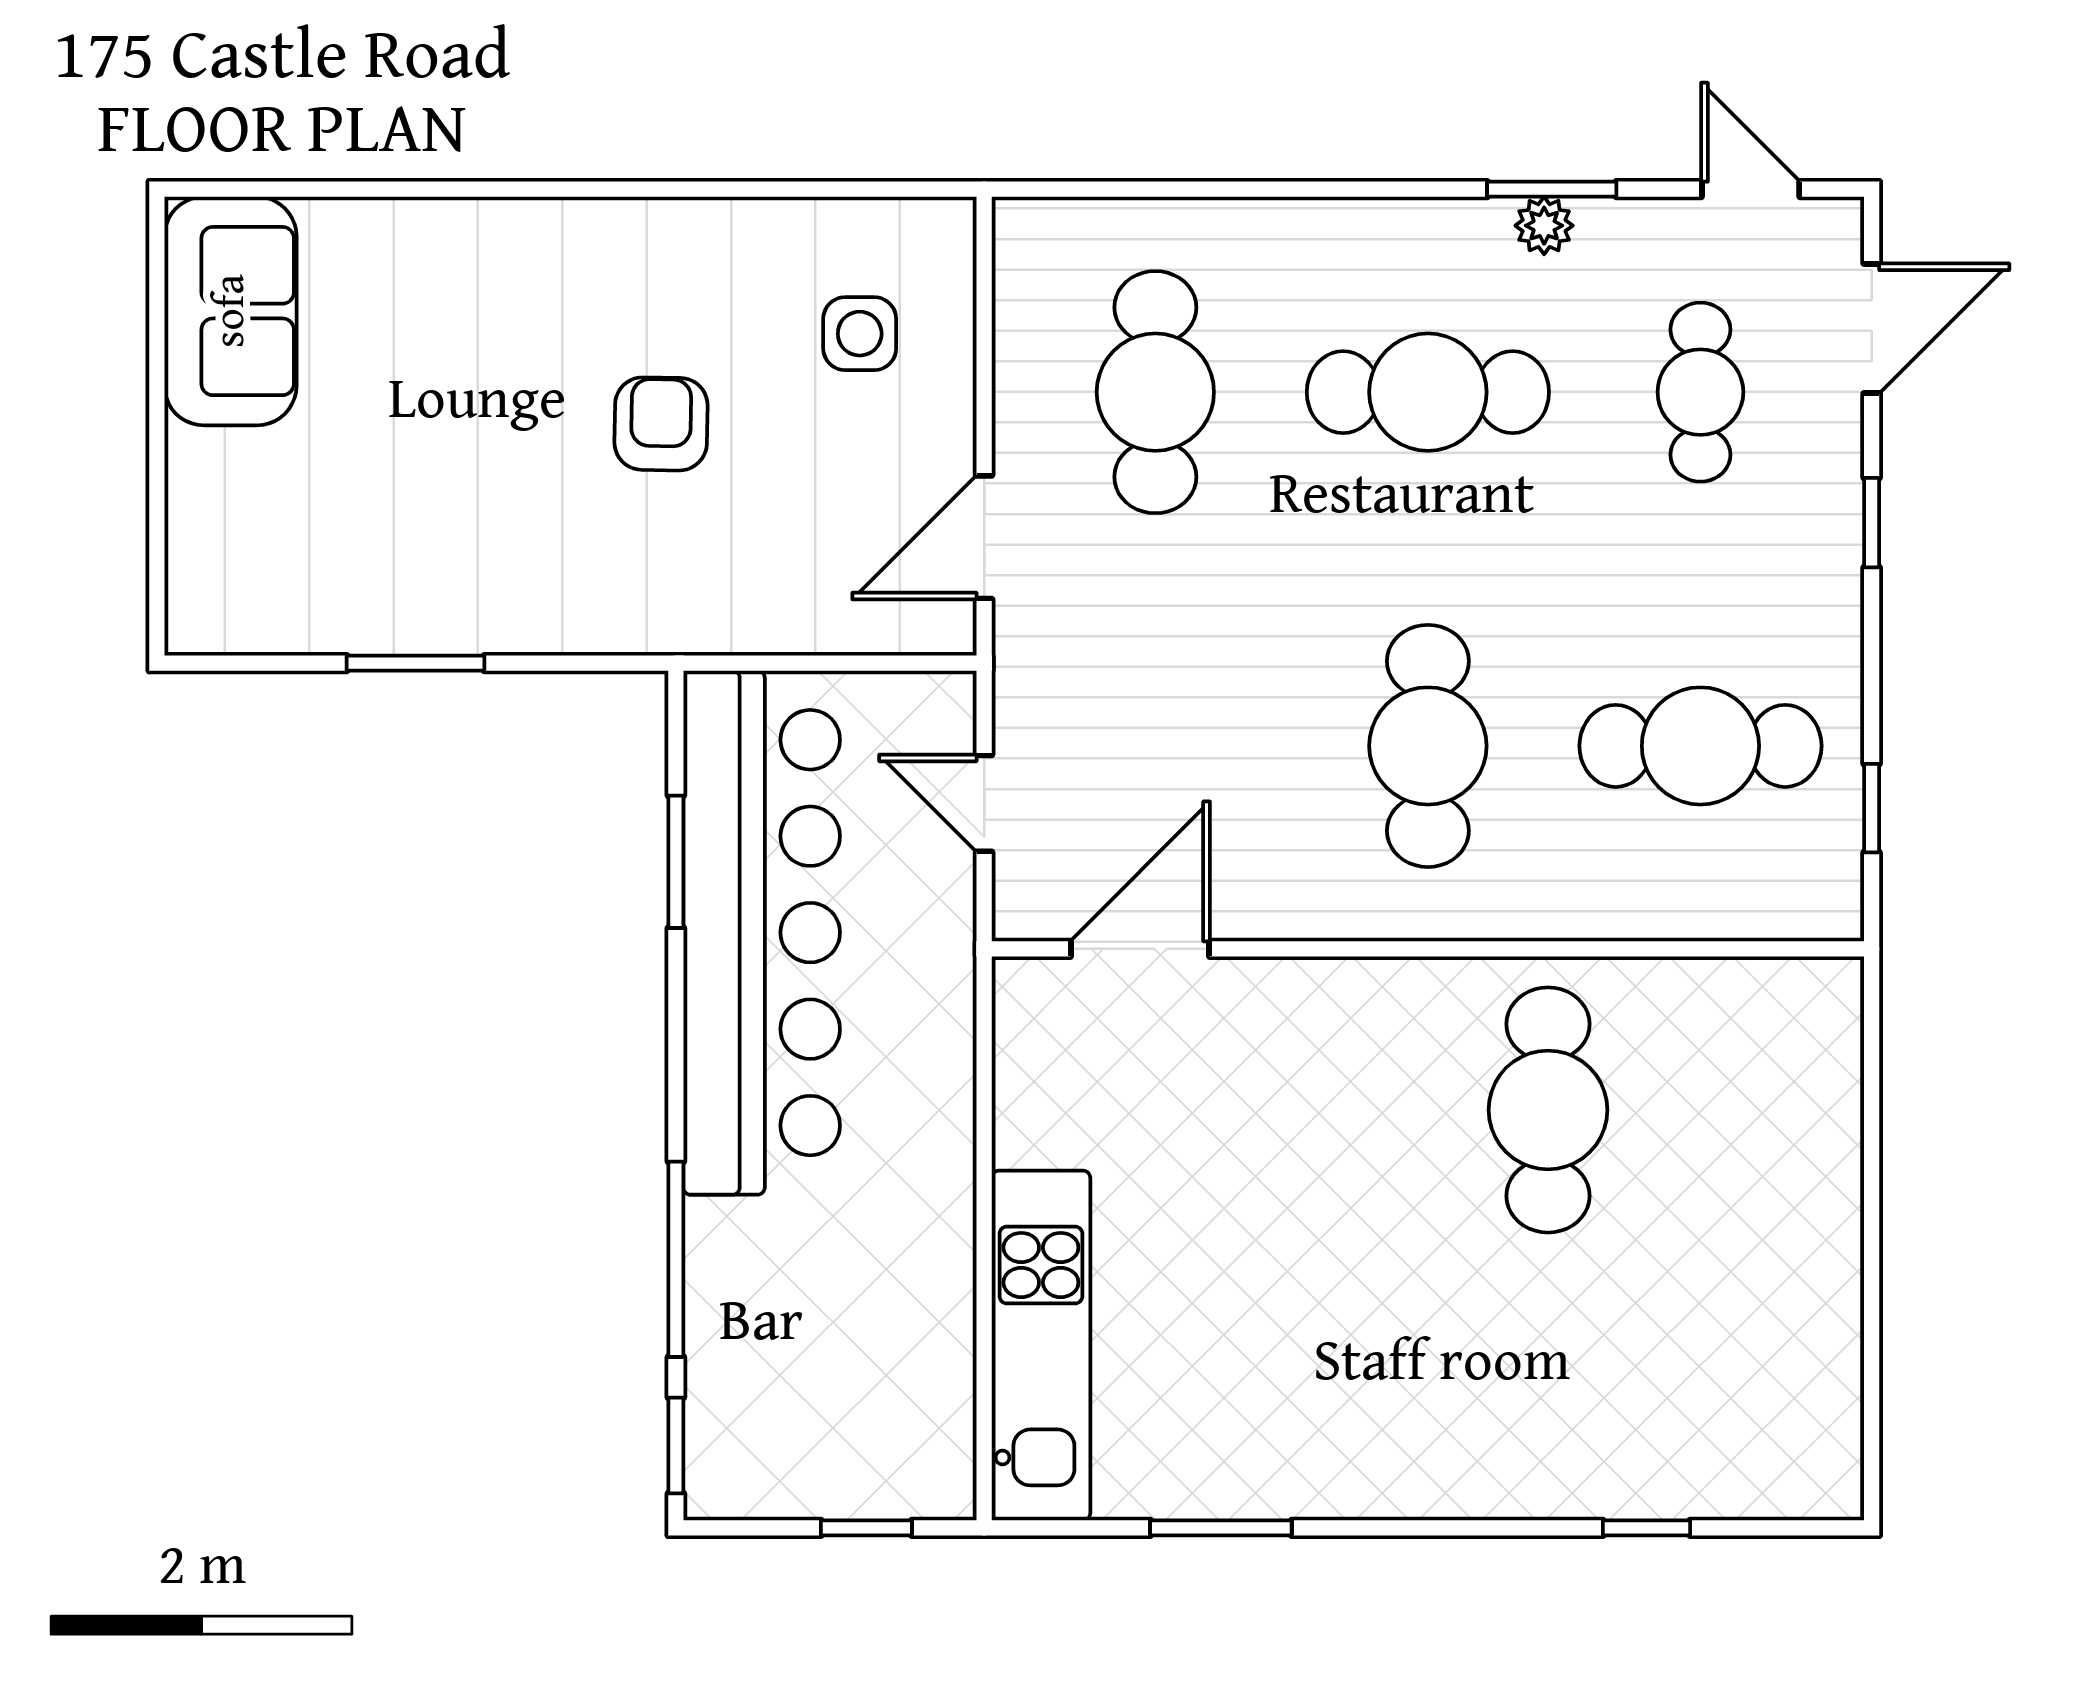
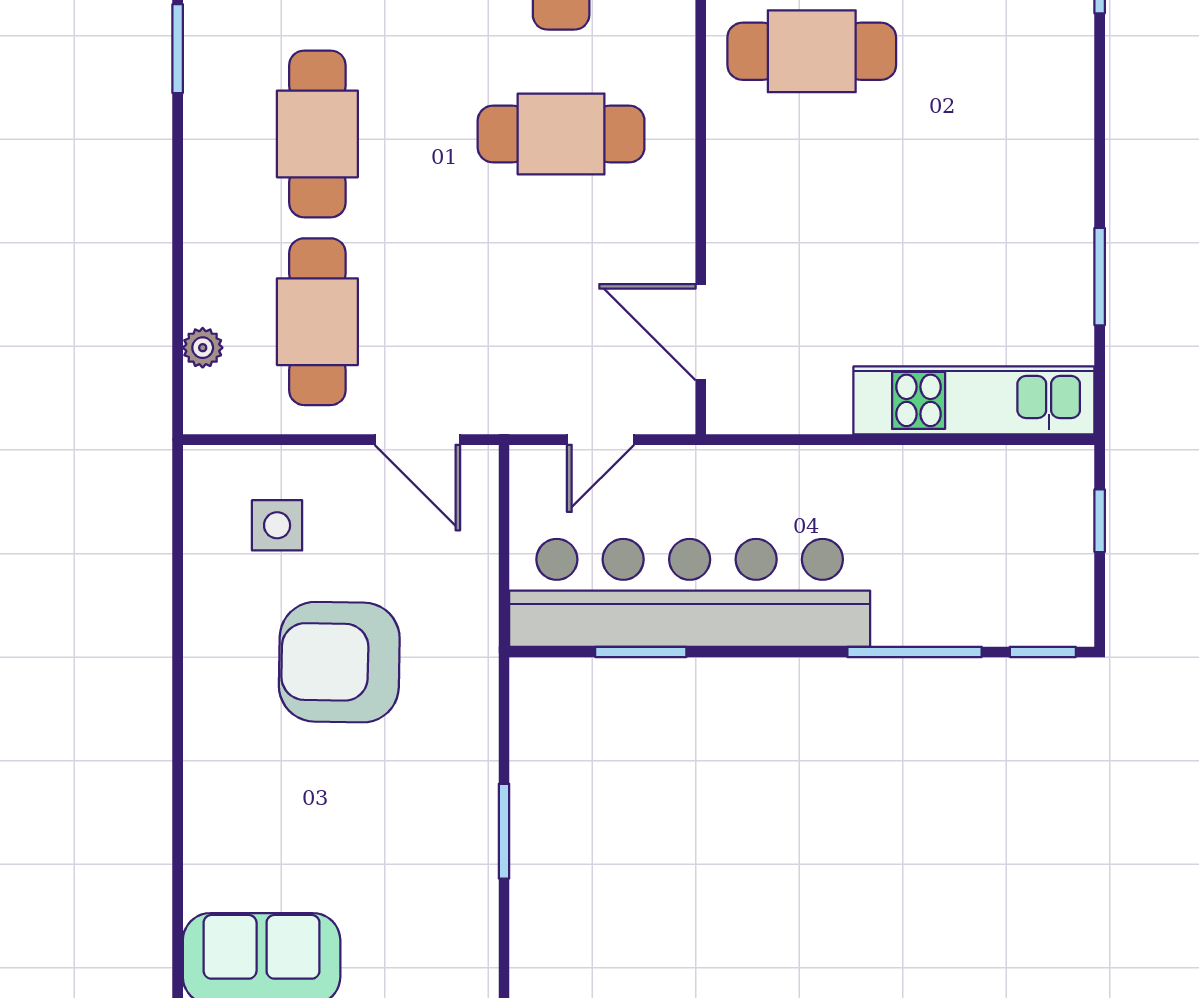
plant: (1544, 226) -> (203, 348), moved
cafe table: (1155, 392) -> (317, 322), turned 90
armchair: (661, 424) -> (339, 662), width x1.88, depth x1.88

